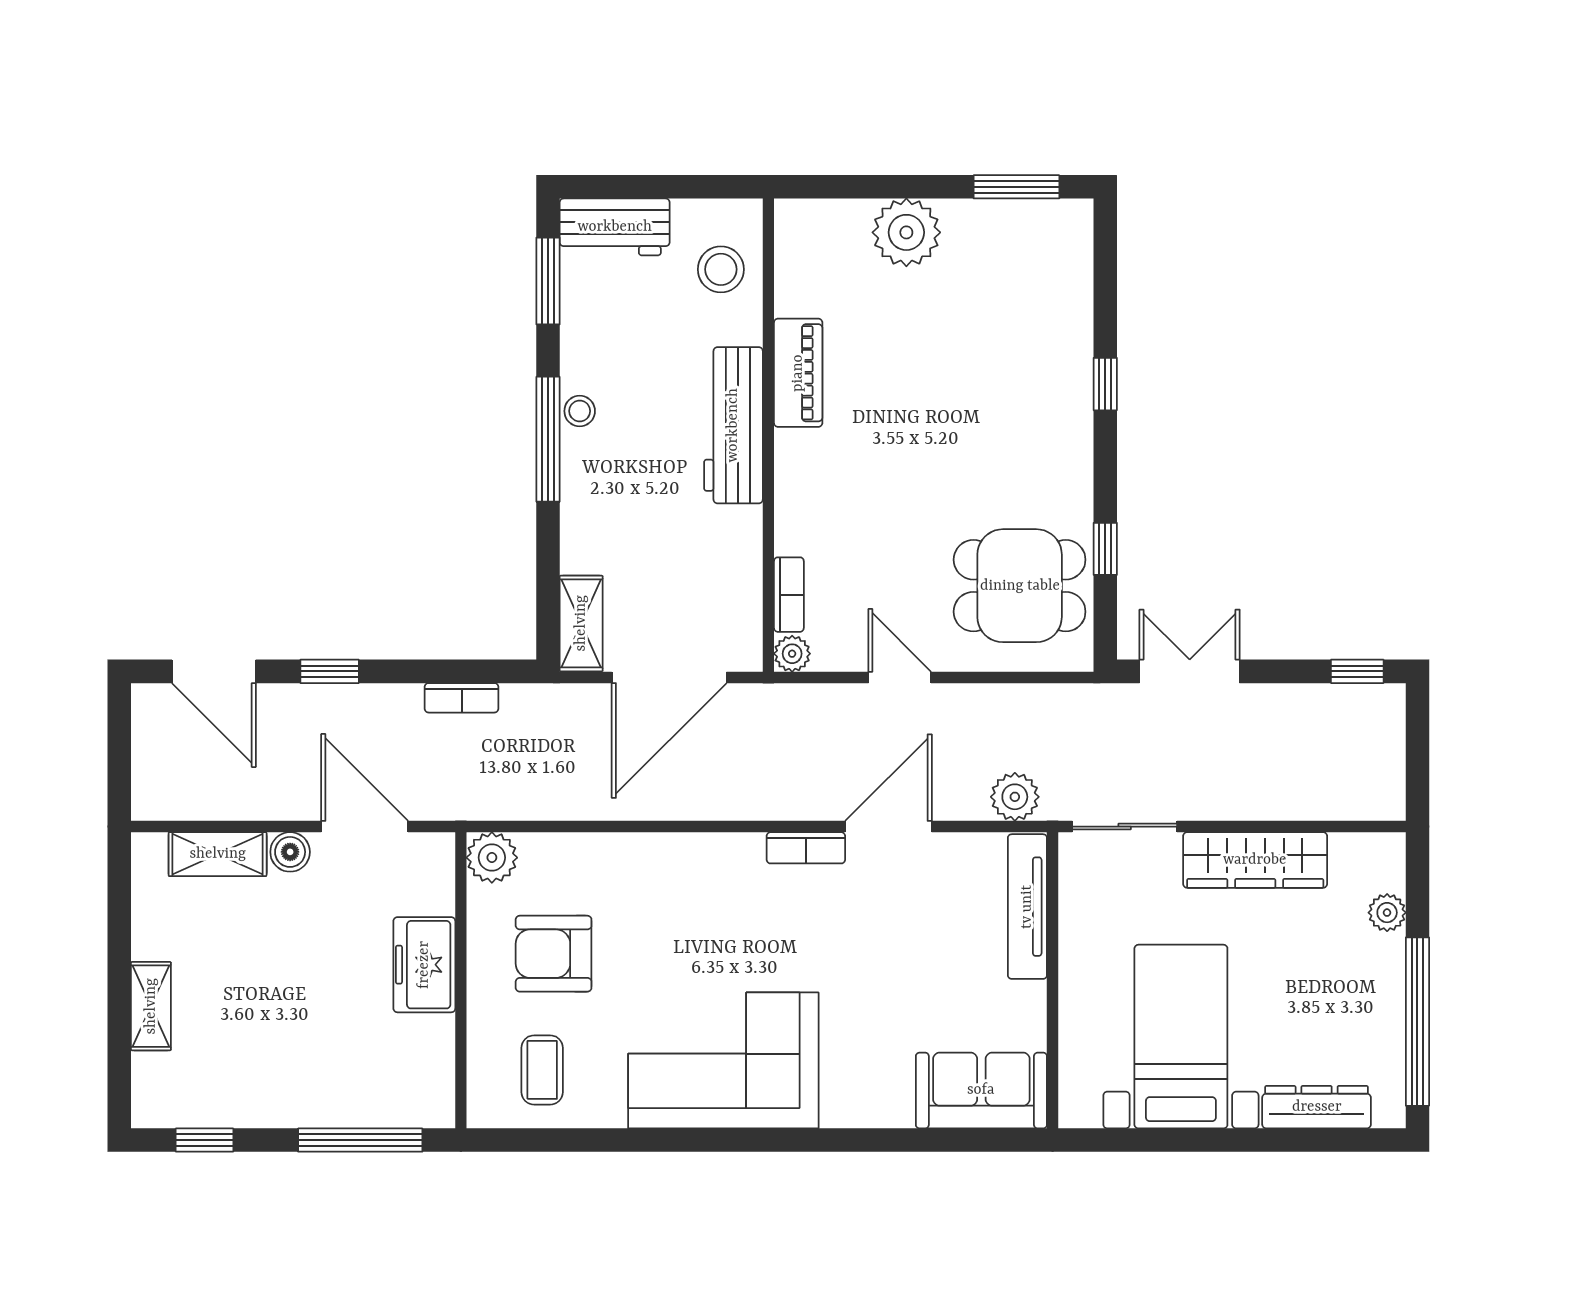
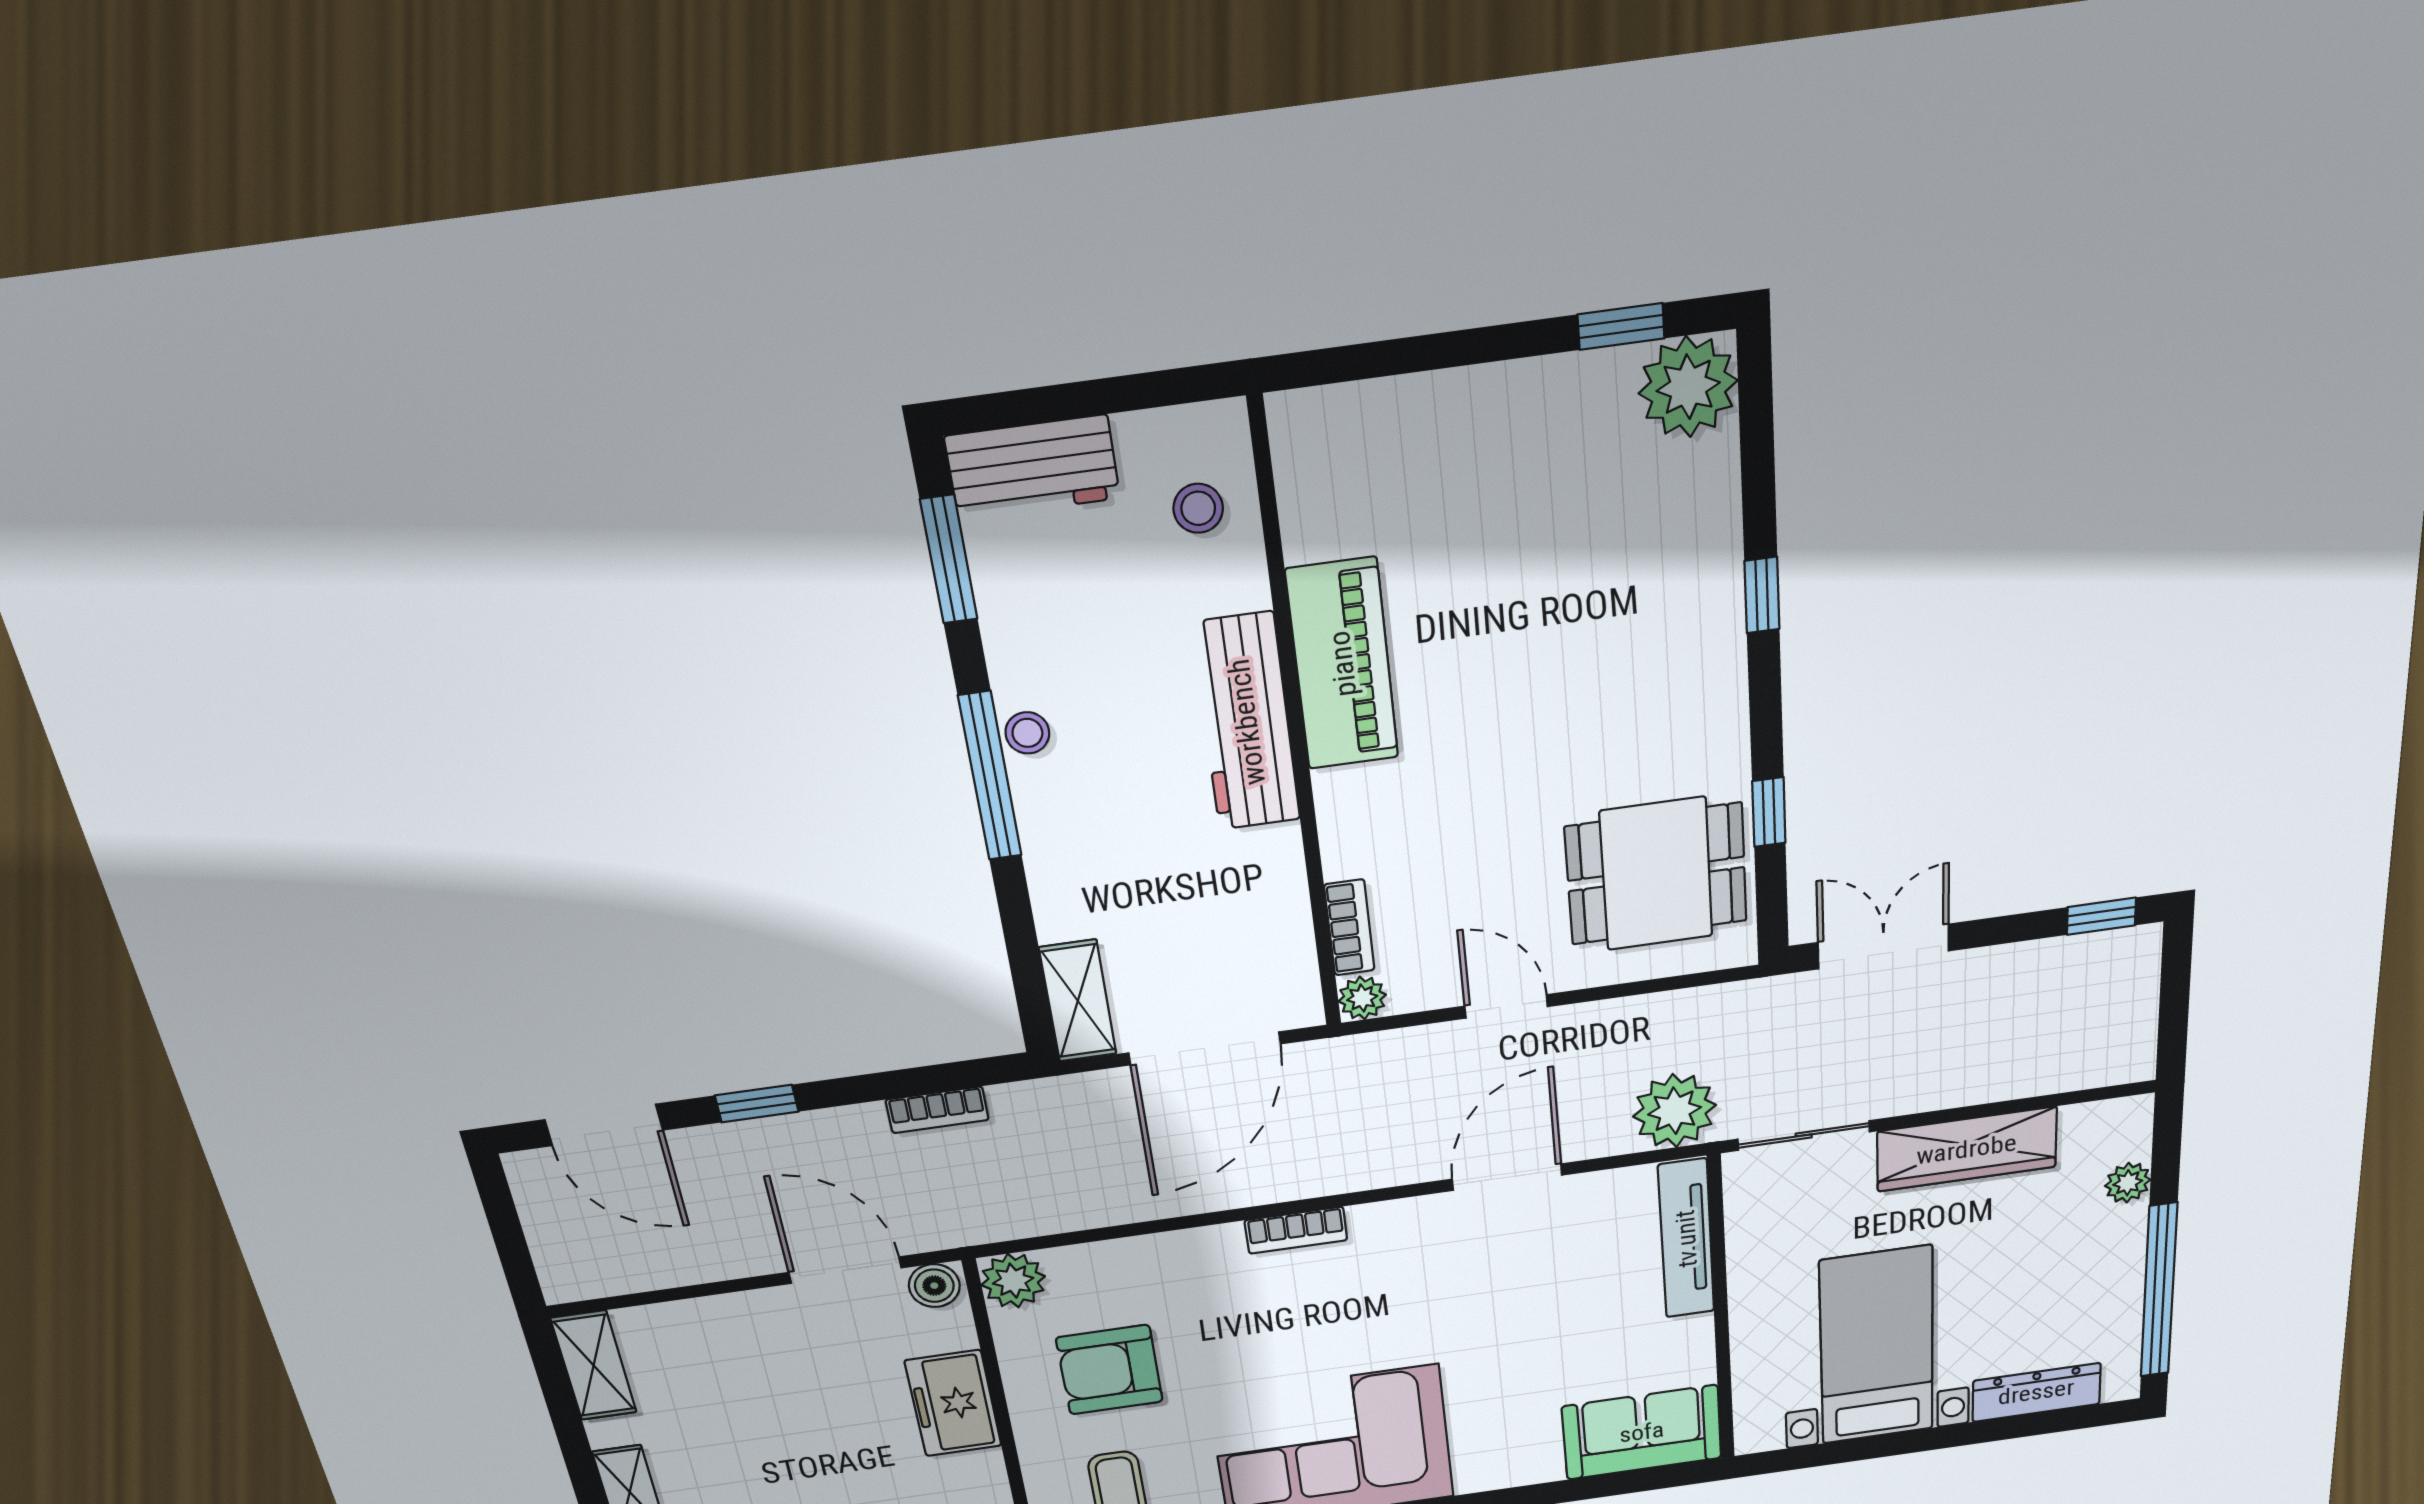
window: (1016, 187) -> (1621, 326), width x0.67
plant: (906, 232) -> (1688, 387), moved
stool: (721, 269) -> (1198, 508), width x0.73, depth x0.73
piano: (798, 373) -> (1342, 664), width x1.37, depth x1.33
plant: (1015, 797) -> (1675, 1111), width x1.36, depth x1.36
bookcase: (806, 848) -> (1296, 1230), moved
boiler: (290, 852) -> (934, 1286), moved
shelving: (218, 854) -> (594, 1365), moved, turned 90

